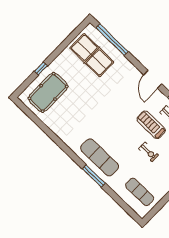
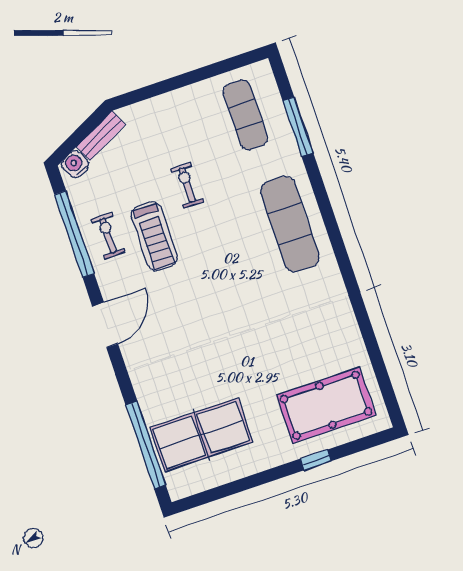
table tennis table: (92, 55) -> (201, 435), turned 90
window: (94, 176) -> (298, 127), moved

